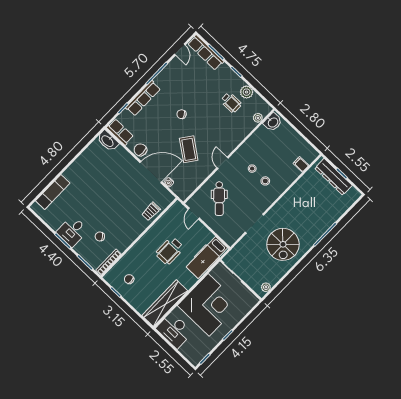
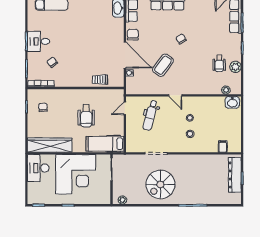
door: (223, 163) -> (175, 95), swing flipped
dental chair: (219, 199) -> (150, 115), turned -31
wheelchair: (170, 251) -> (86, 116), turned -90

